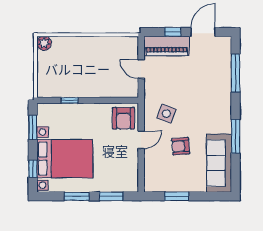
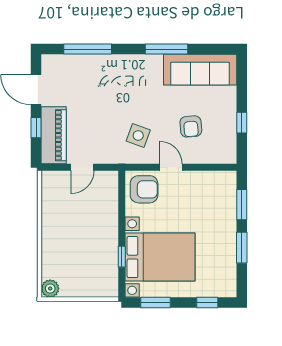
armchair: (181, 146) -> (191, 126), moved
bed with nightstands: (65, 159) -> (160, 257), moved, turned 90
window: (177, 196) -> (242, 123), width x0.67

